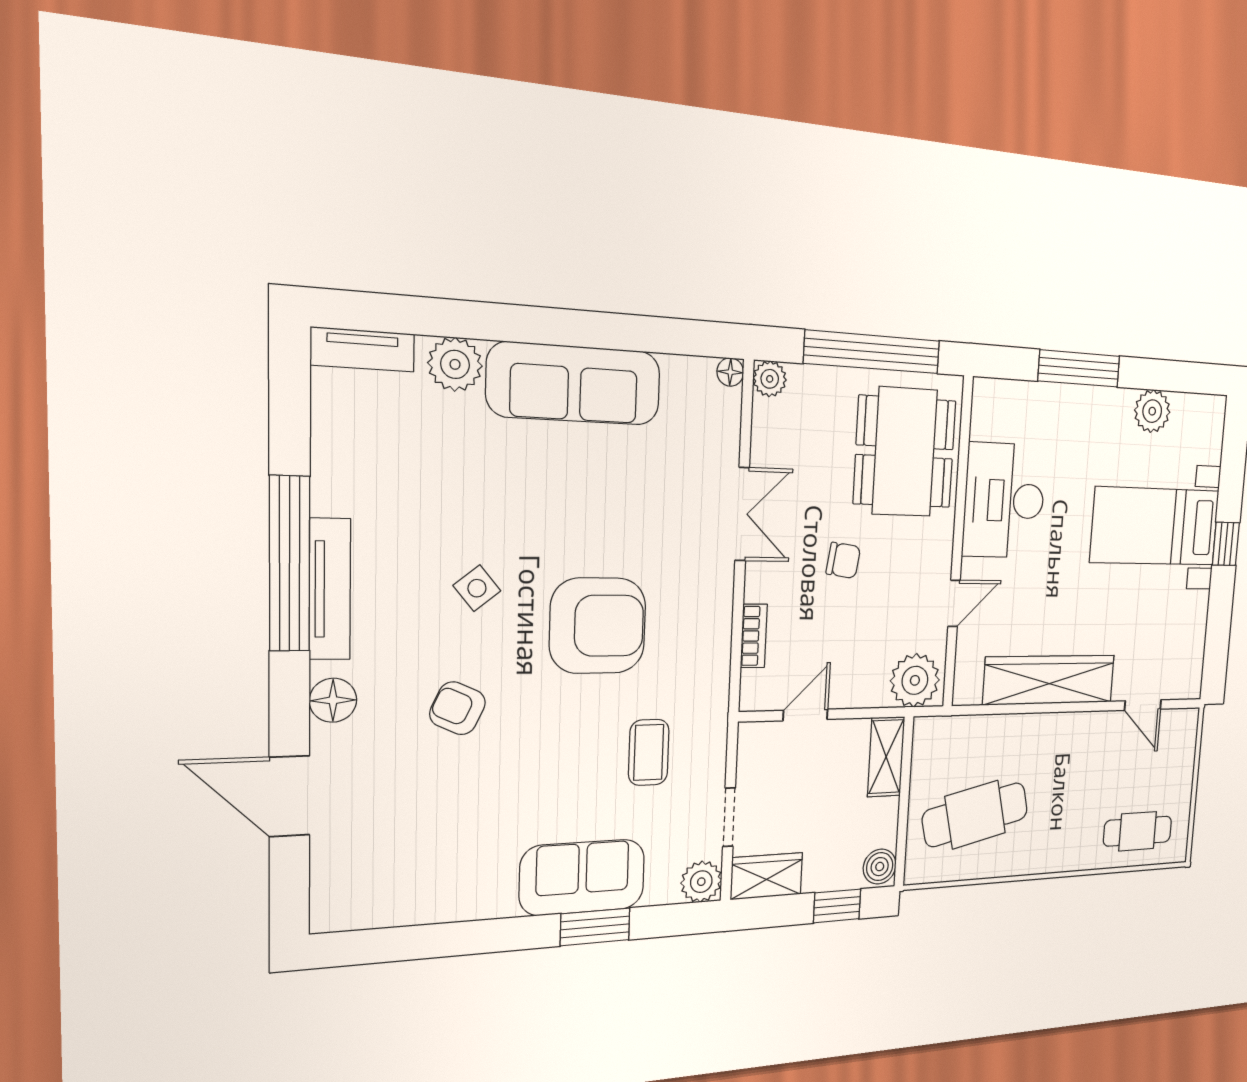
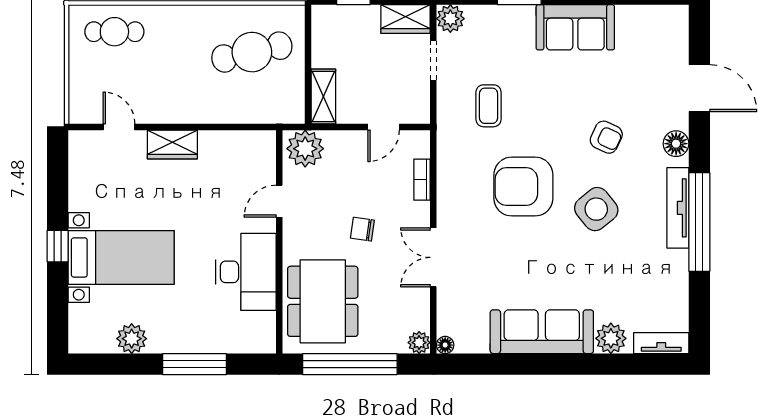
side table: (477, 588) -> (596, 209), width x1.87, depth x1.87
wardrobe: (1049, 680) -> (172, 145), width x0.48, depth x0.85
boiler: (880, 867) -> (323, 20), removed
sofa: (582, 877) -> (575, 27), moved

